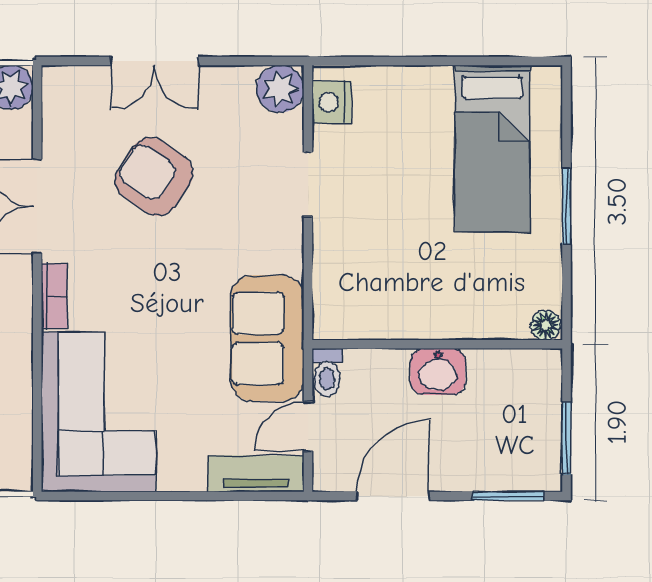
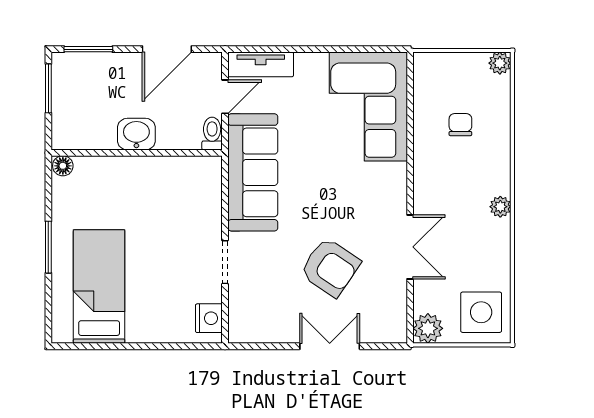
plant: (280, 89) -> (244, 327), removed
bookcase: (54, 296) -> (398, 186), removed
sofa: (267, 338) -> (253, 172), width x1.36

